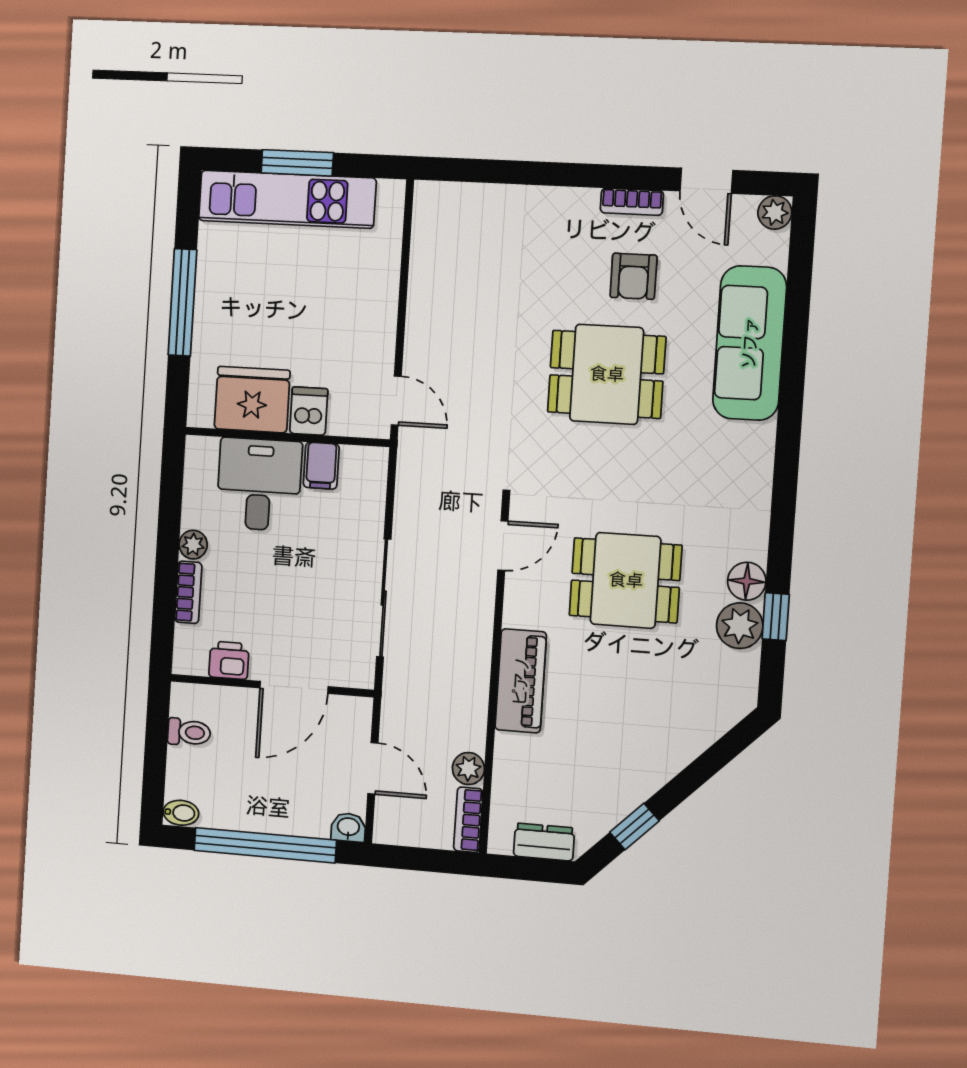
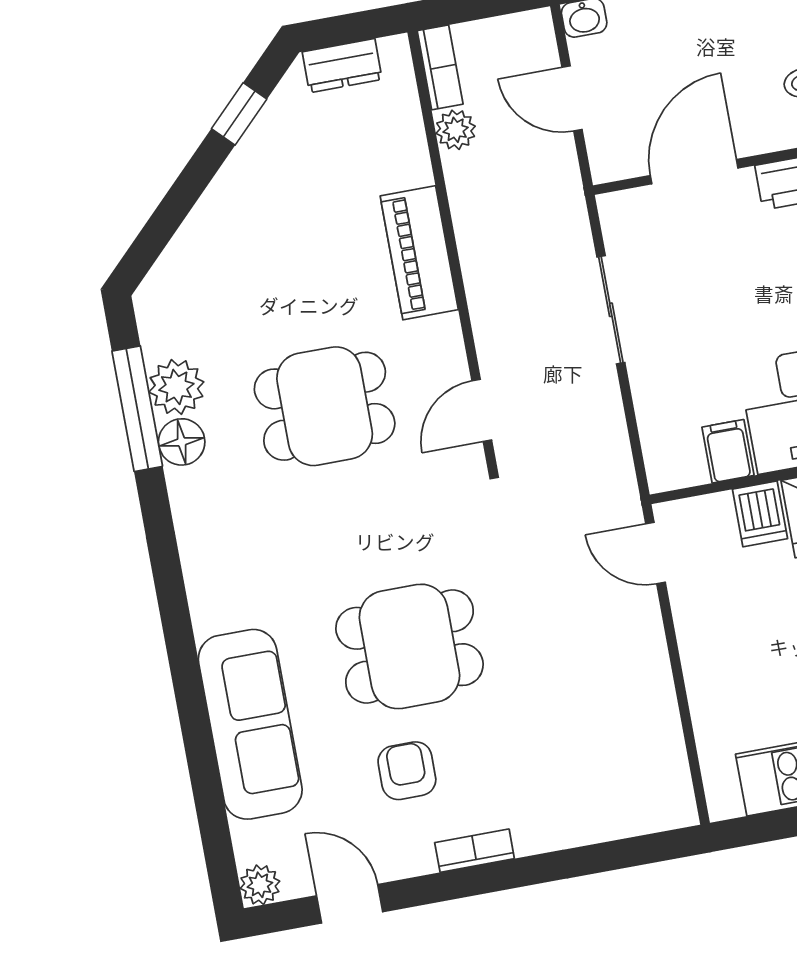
bookcase: (632, 202) -> (475, 851), moved
sliding door: (384, 598) -> (611, 310), width x0.73
window: (776, 617) -> (137, 409), width x2.17

